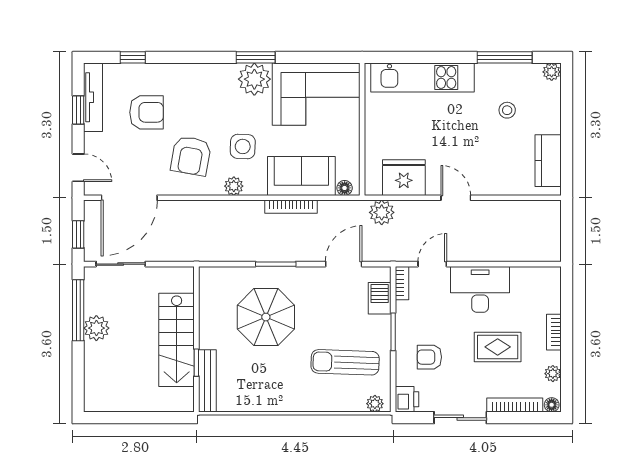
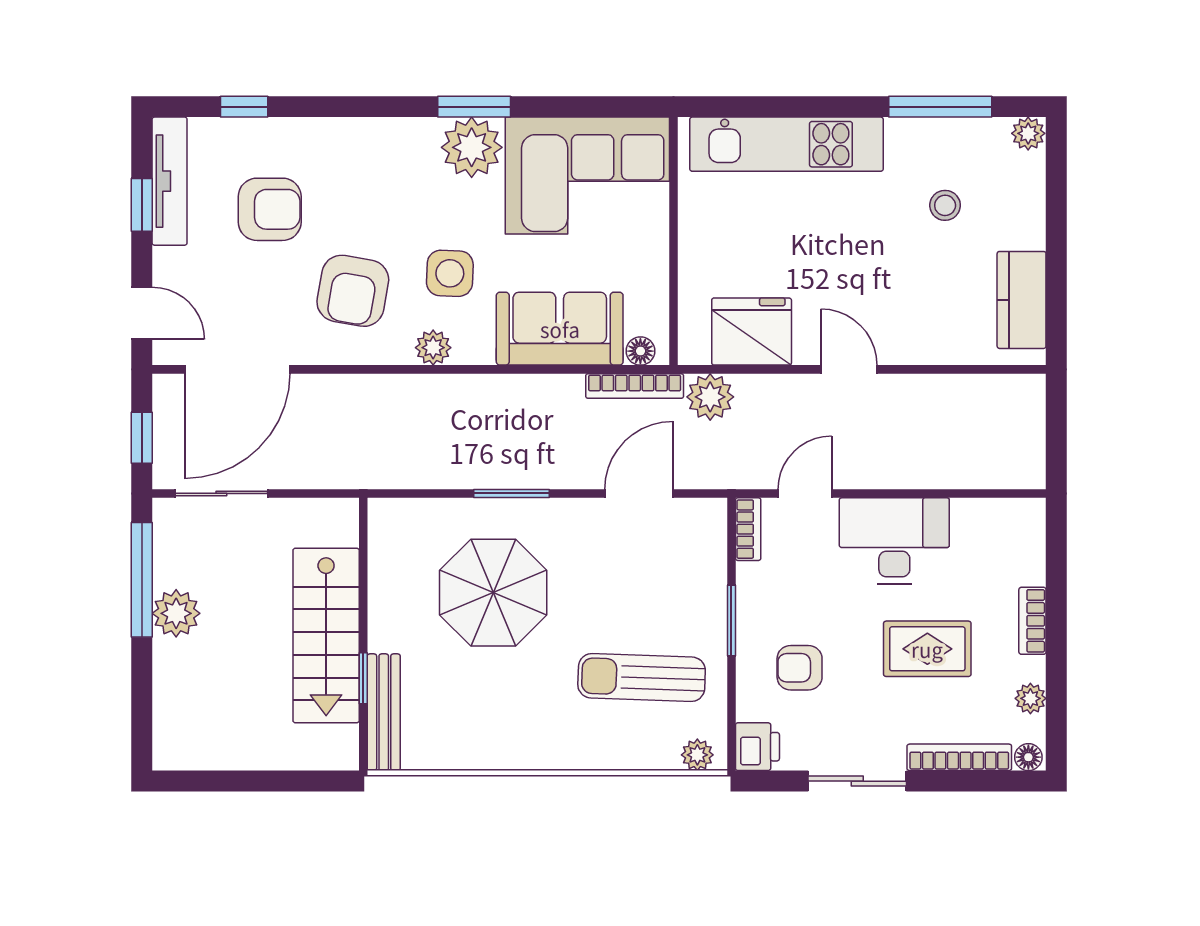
bookcase: (291, 207) -> (635, 386), moved
barbecue: (380, 298) -> (706, 558), removed

